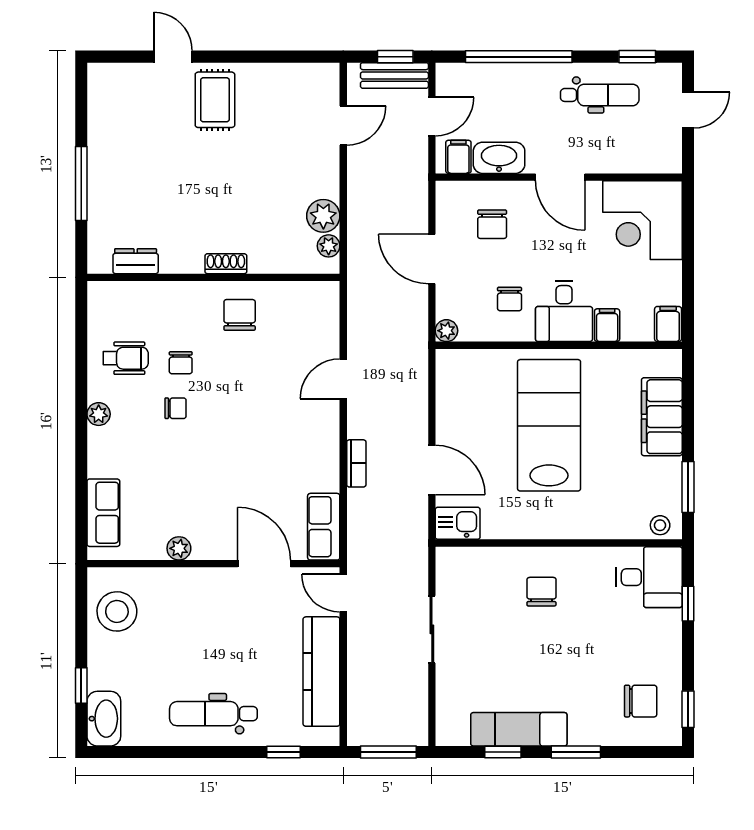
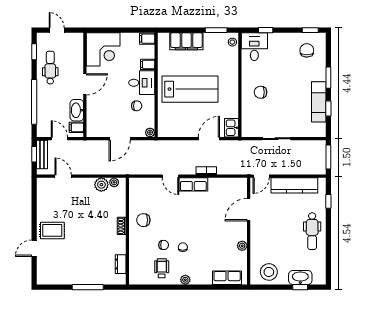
chair: (492, 224) -> (105, 113), removed
lab bench: (549, 425) -> (190, 89), turned 180
row of seats: (324, 527) -> (193, 184), moved
washbasin: (104, 719) -> (300, 278), moved

